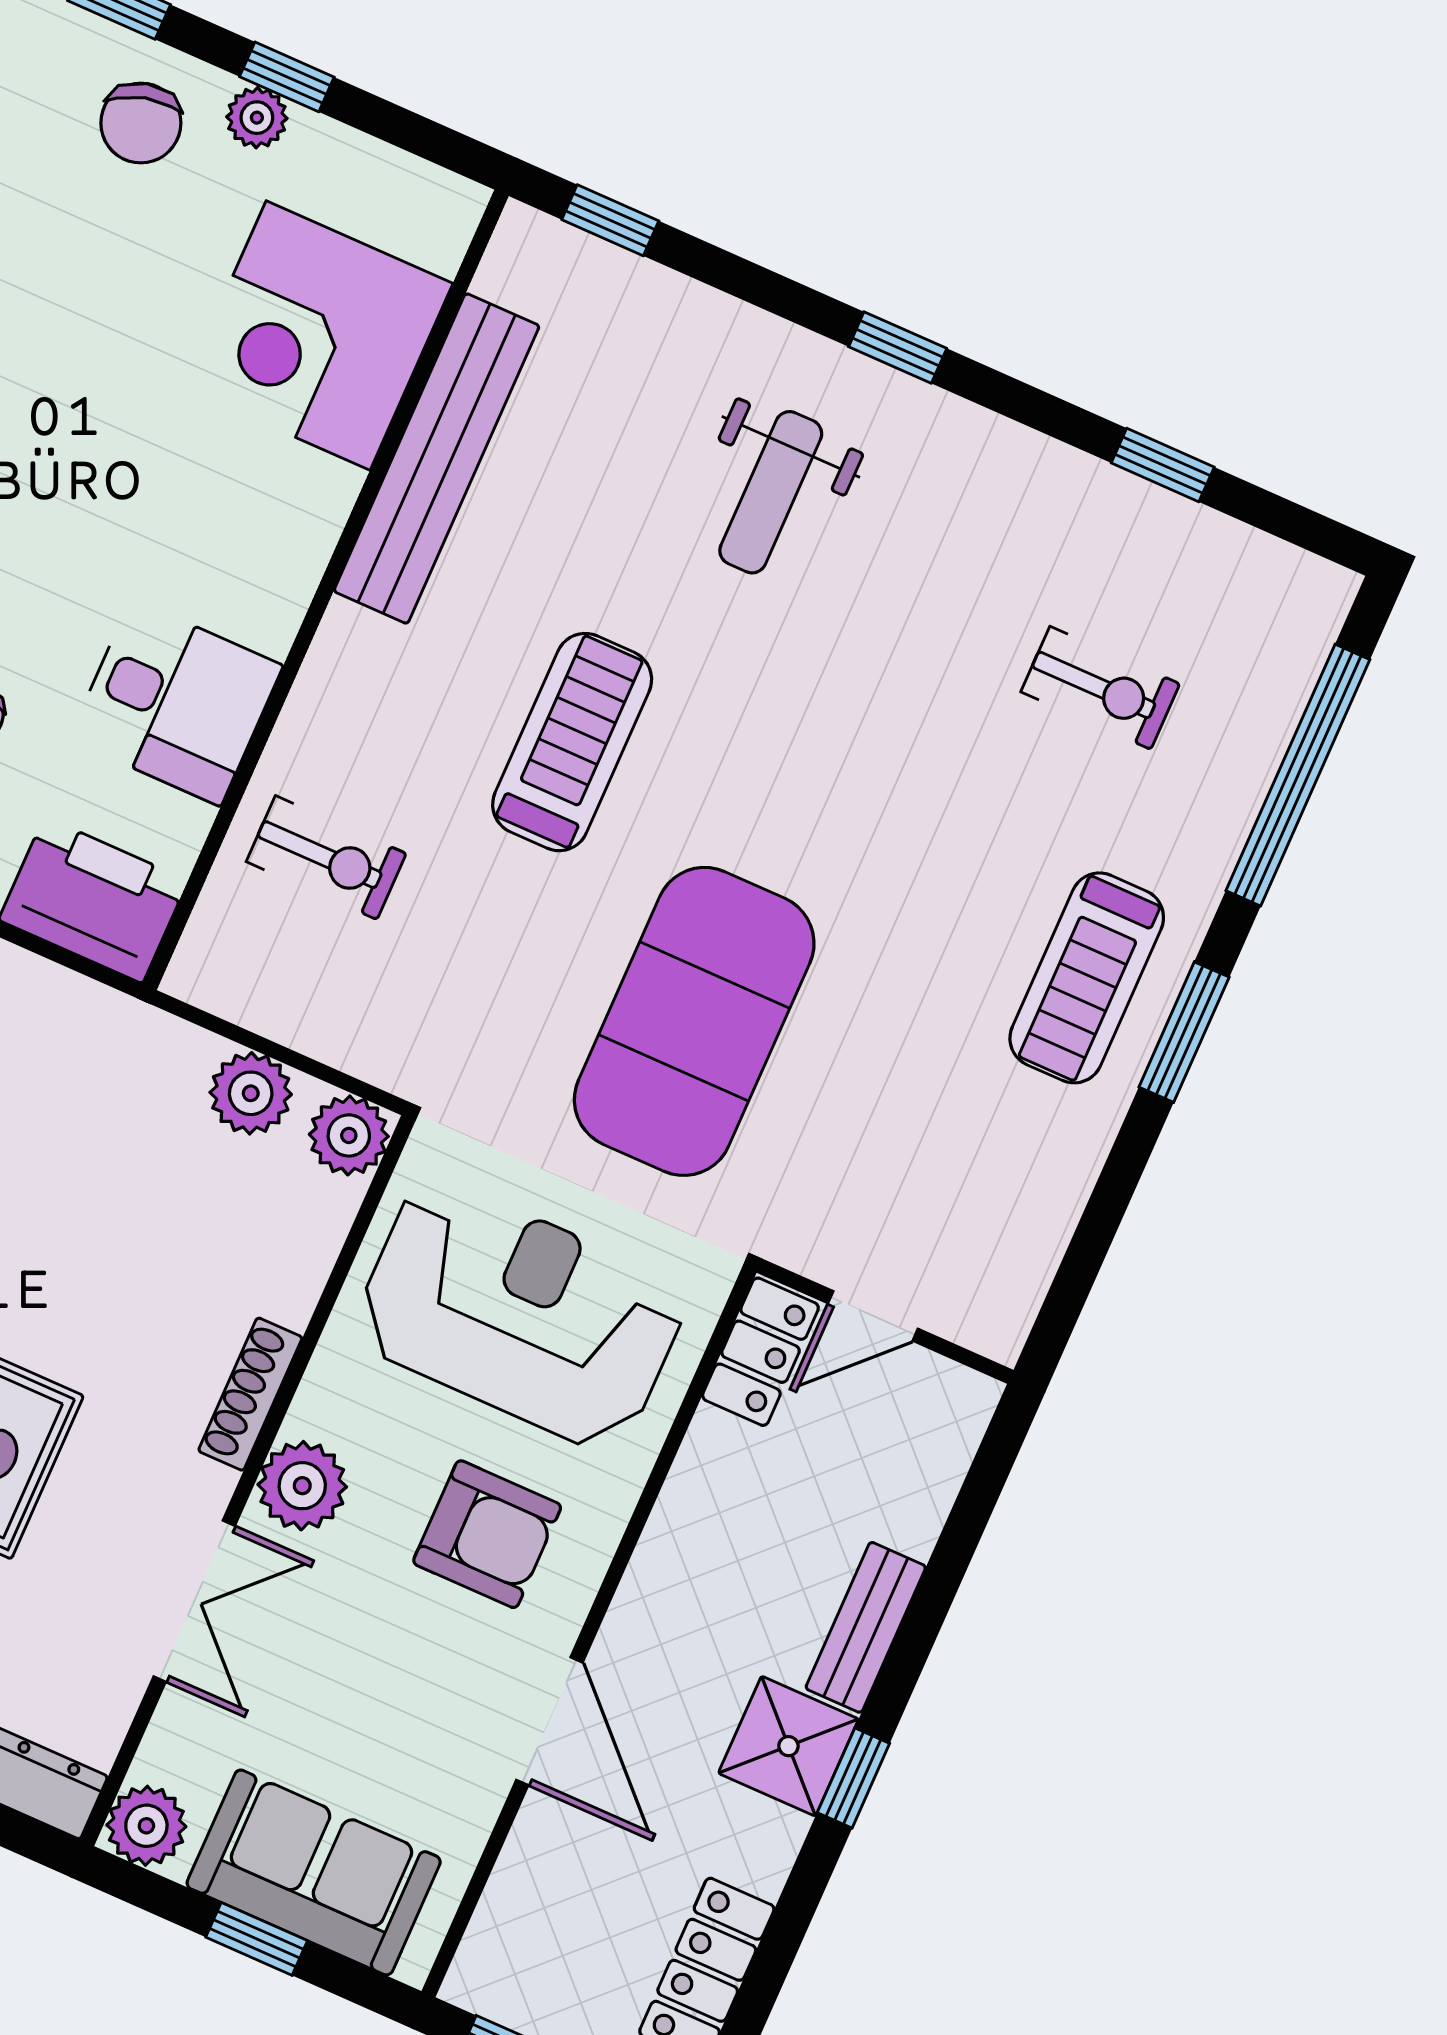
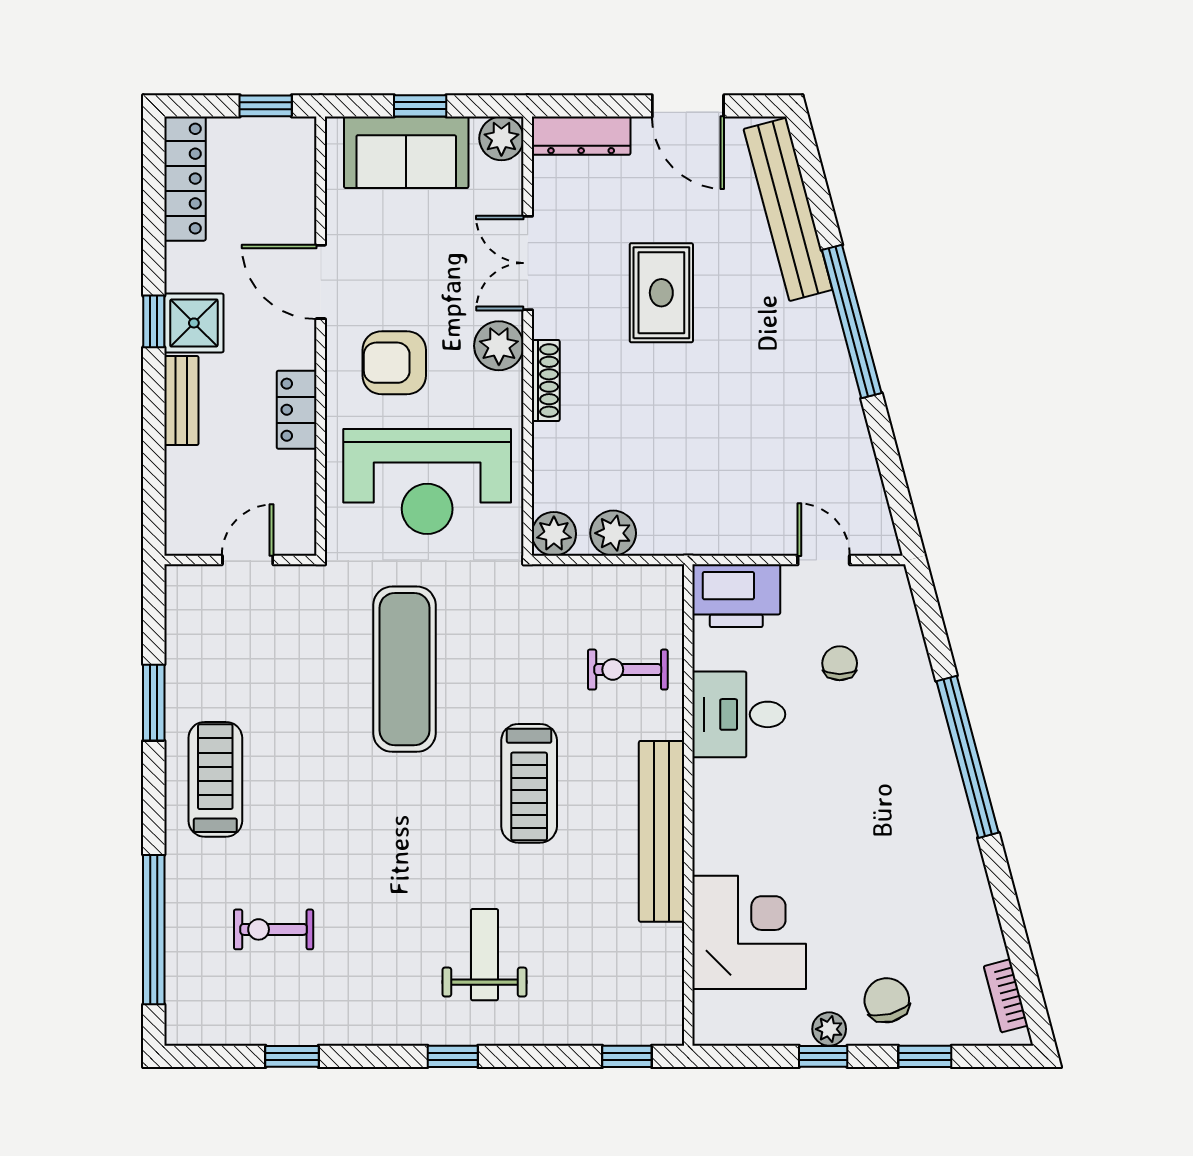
bench: (437, 459) -> (661, 831), moved
exercise mat: (694, 1021) -> (404, 669), width x0.68
window: (1184, 1032) -> (154, 703), moved
locker: (760, 1352) -> (297, 410), moved

